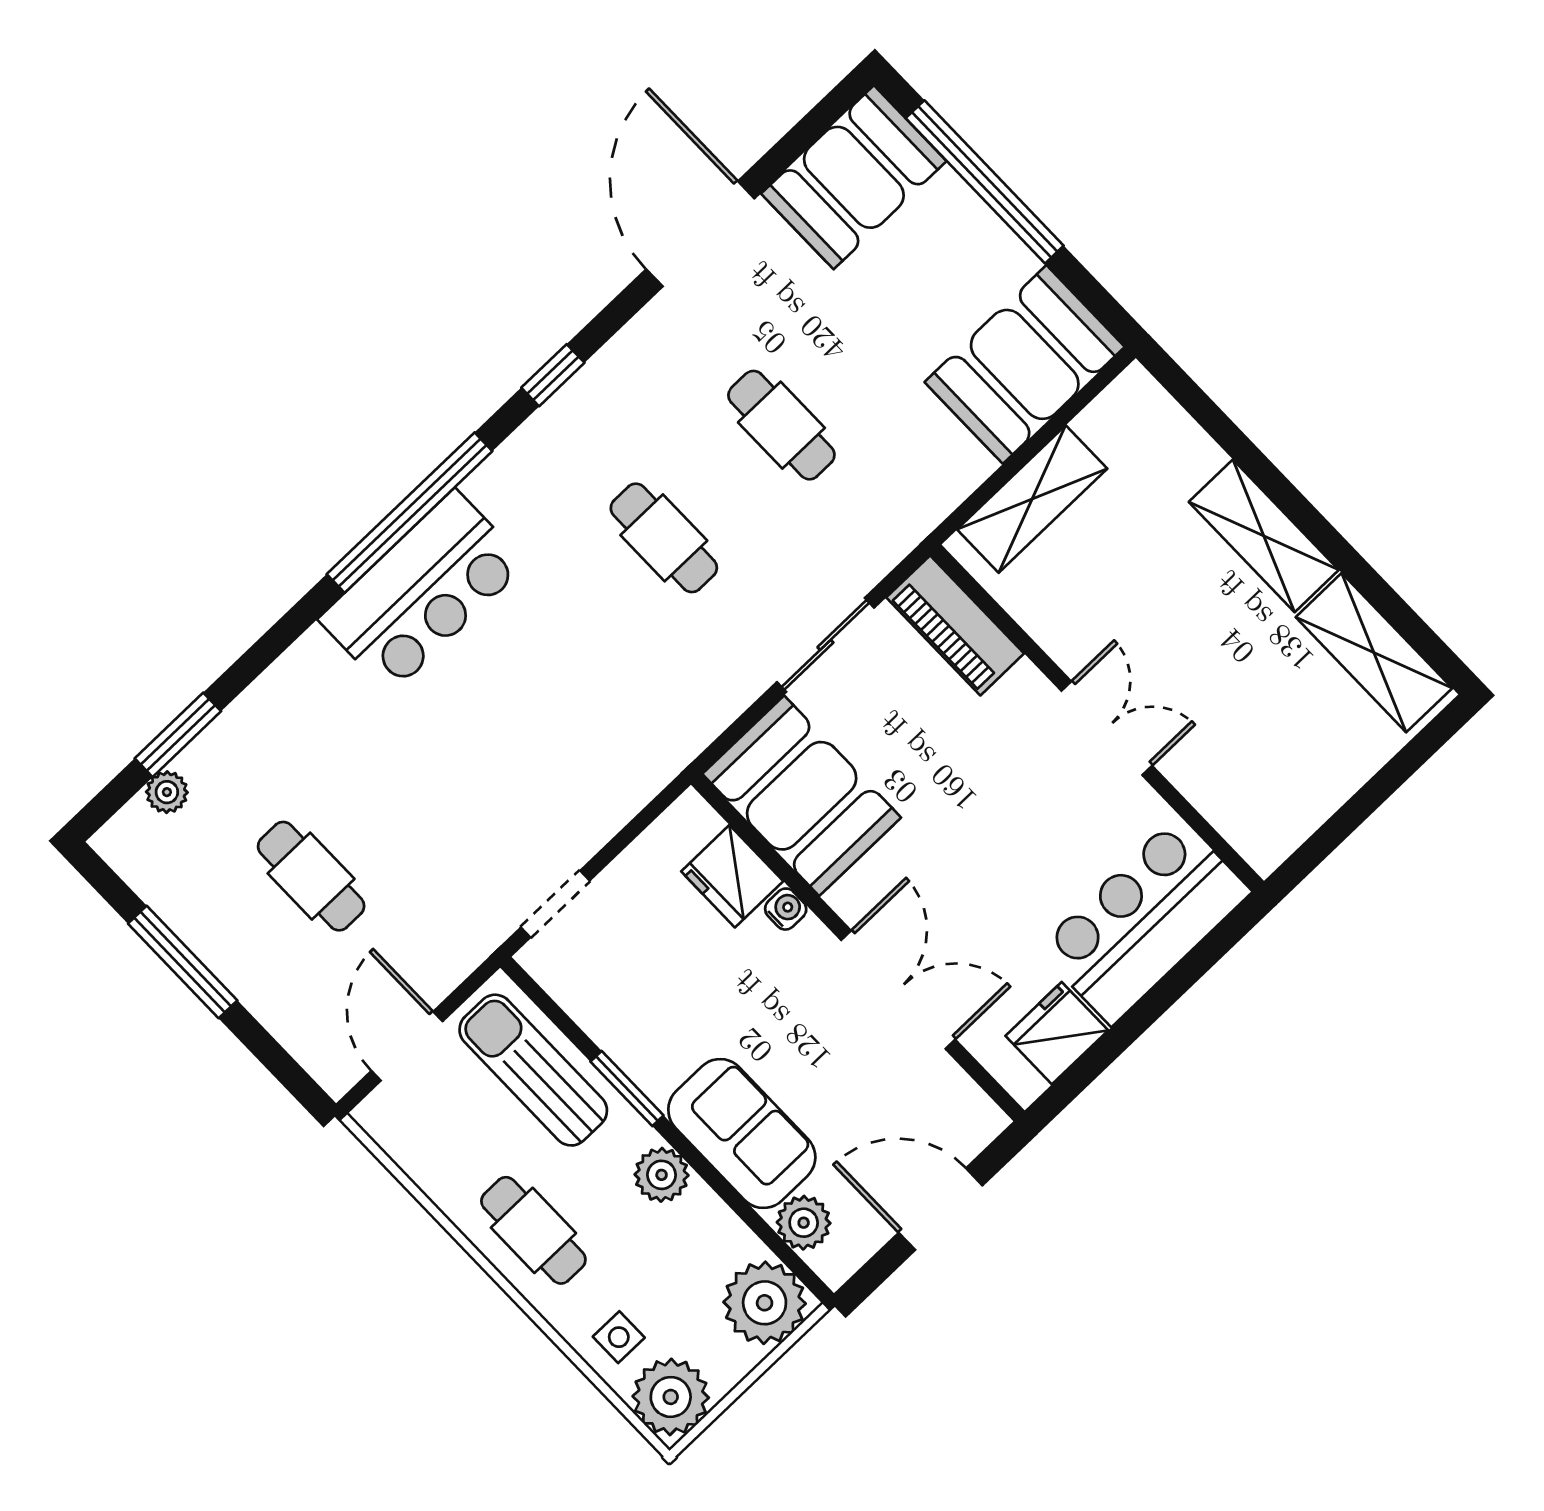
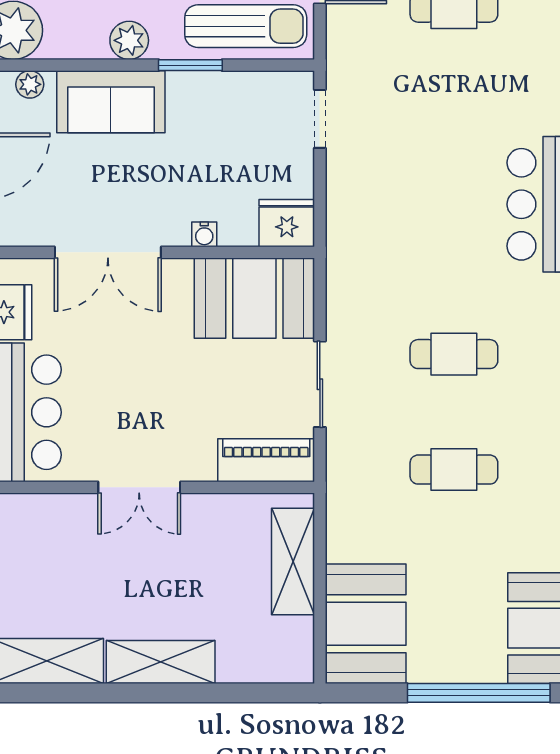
fridge: (732, 876) -> (287, 223), moved
plant: (804, 1223) -> (30, 84), width x0.73, depth x0.73

